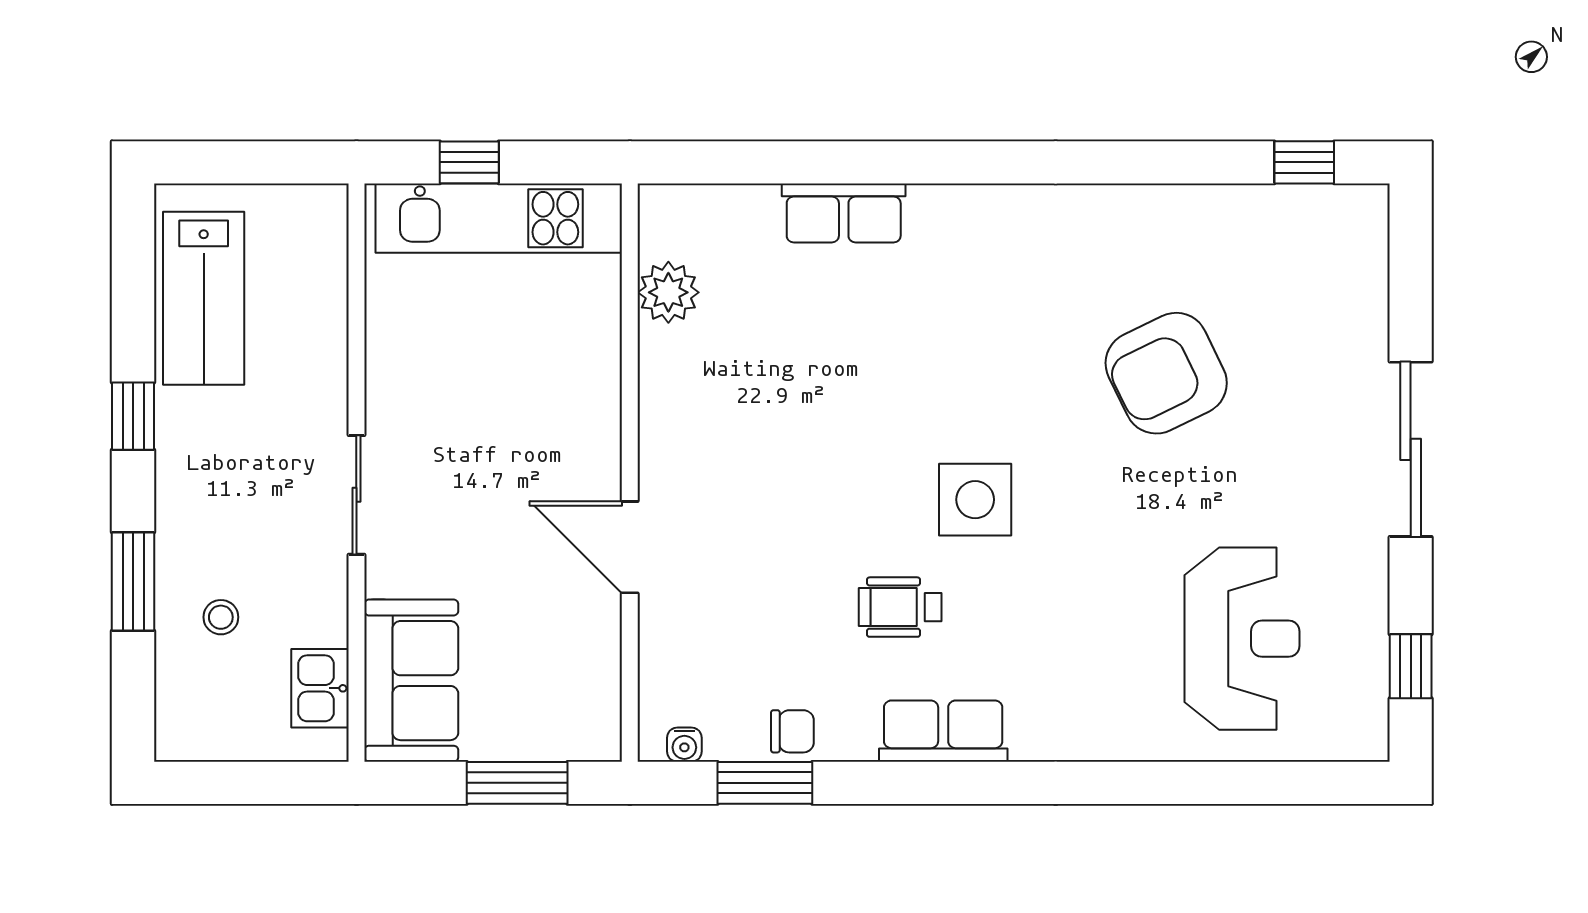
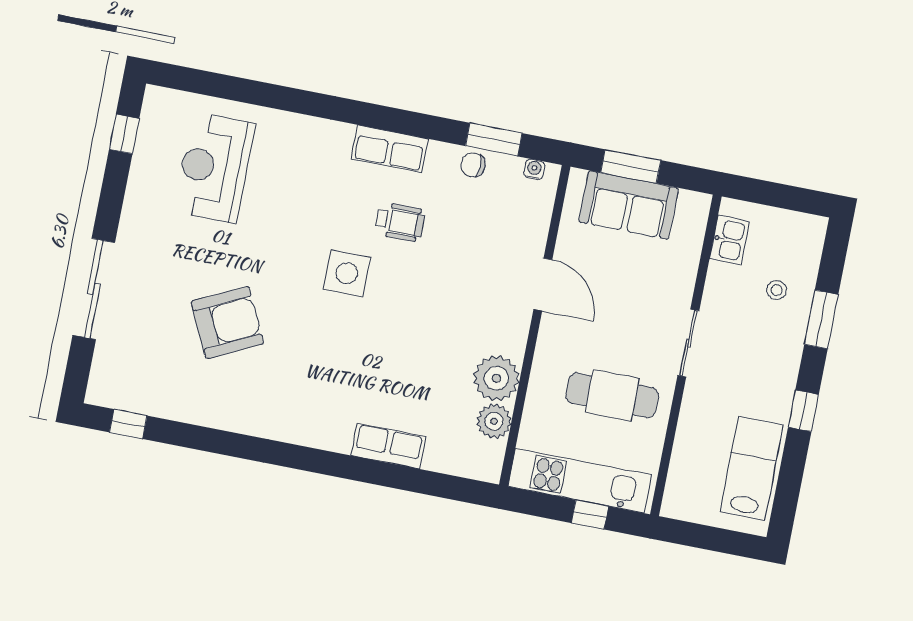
plant: (679, 368) -> (496, 378), added
cafe table: (471, 378) -> (612, 395), added
sliding door: (1411, 449) -> (94, 289), moved
sofa: (411, 681) -> (629, 205), moved, turned -90

